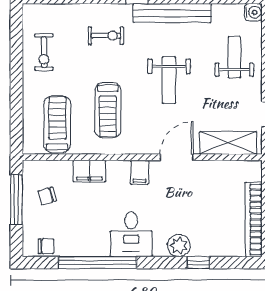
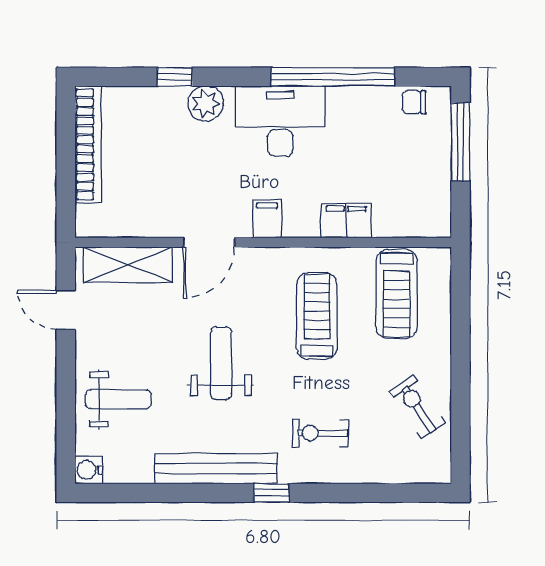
exercise bike: (44, 52) -> (417, 407), turned -34
weight bench: (234, 57) -> (118, 399), turned -90
chair: (47, 196) -> (412, 181), removed
window: (16, 200) -> (460, 142), moved
desk: (131, 234) -> (280, 121), width x1.37

